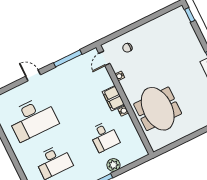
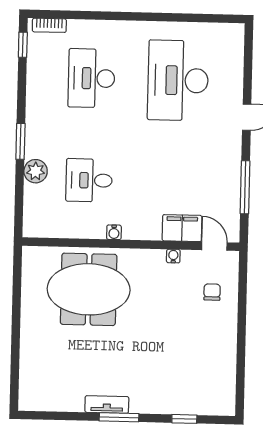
window: (190, 15) -> (184, 419), moved
filing cabinet: (113, 98) -> (182, 228), moved

